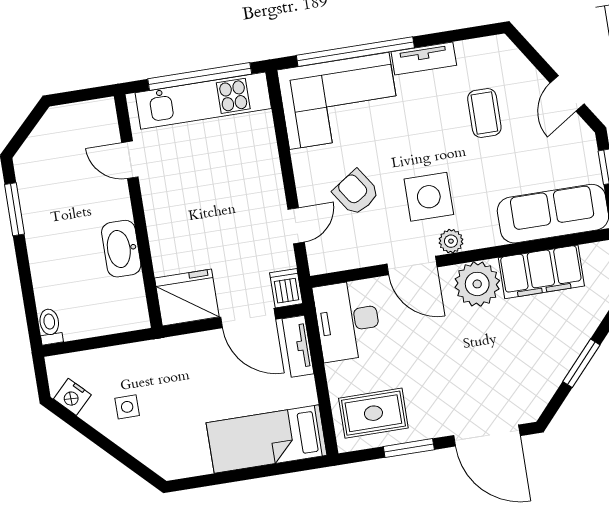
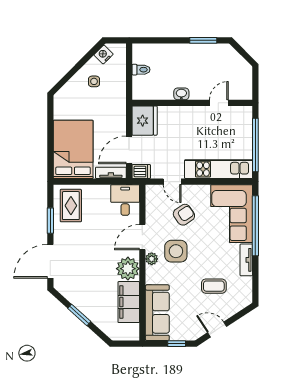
kitchen unit: (203, 101) -> (219, 169), moved, turned 90
washbasin: (121, 249) -> (181, 94), width x0.52, depth x0.69
desk: (348, 321) -> (125, 200), width x0.73
toilet: (50, 326) -> (141, 70), moved
bed: (267, 439) -> (73, 149), width x1.50

